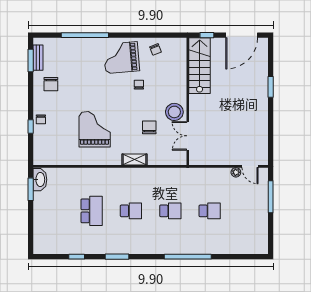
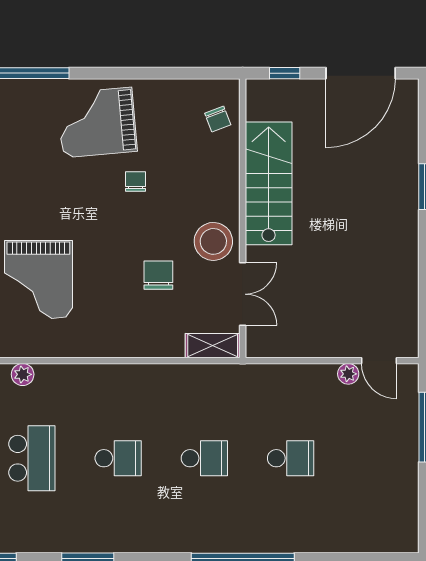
chair: (156, 49) -> (218, 119), moved
stairs: (200, 66) -> (269, 183), moved
grand piano: (95, 129) -> (38, 279), turned 180
double door: (188, 136) -> (243, 294), swing flipped
shelving: (134, 159) -> (213, 346), moved
plant: (87, 173) -> (23, 374), added

